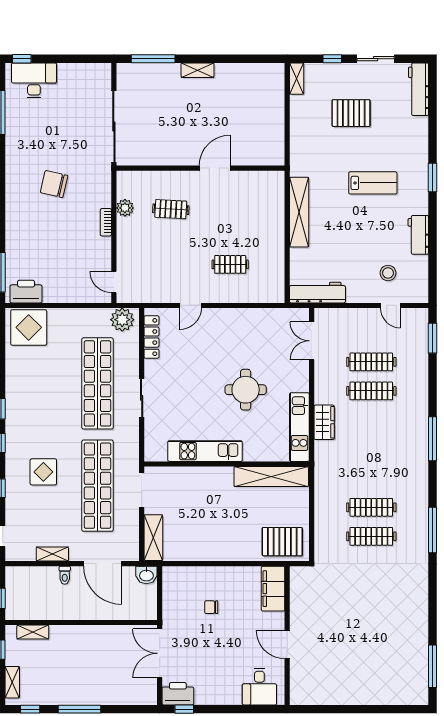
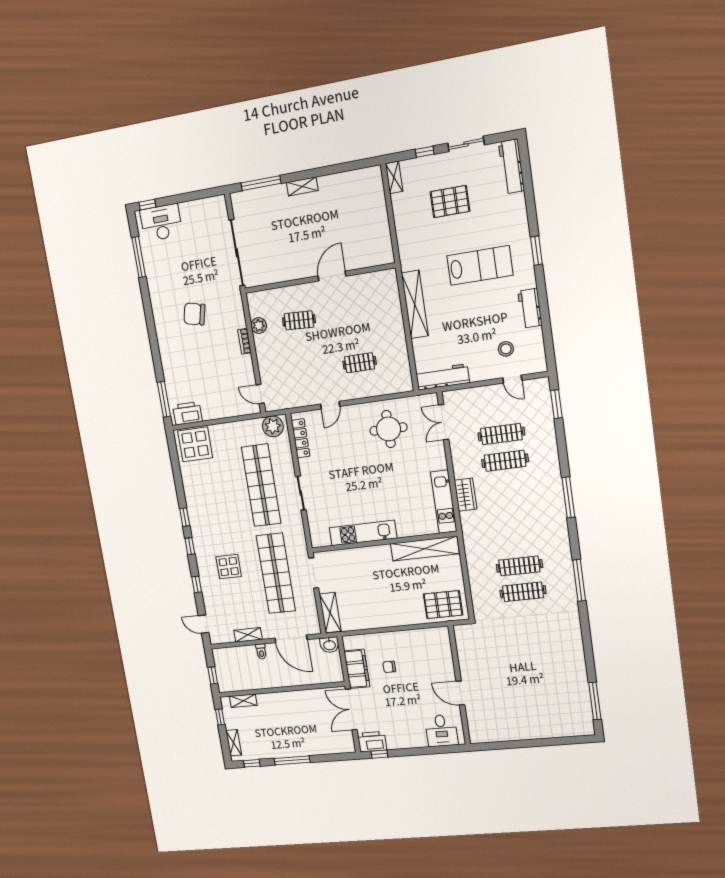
lab bench: (373, 183) -> (480, 265), width x1.36, depth x1.39
round table: (246, 390) -> (389, 429), moved
filing cabinet: (273, 589) -> (357, 669), moved, turned 180

